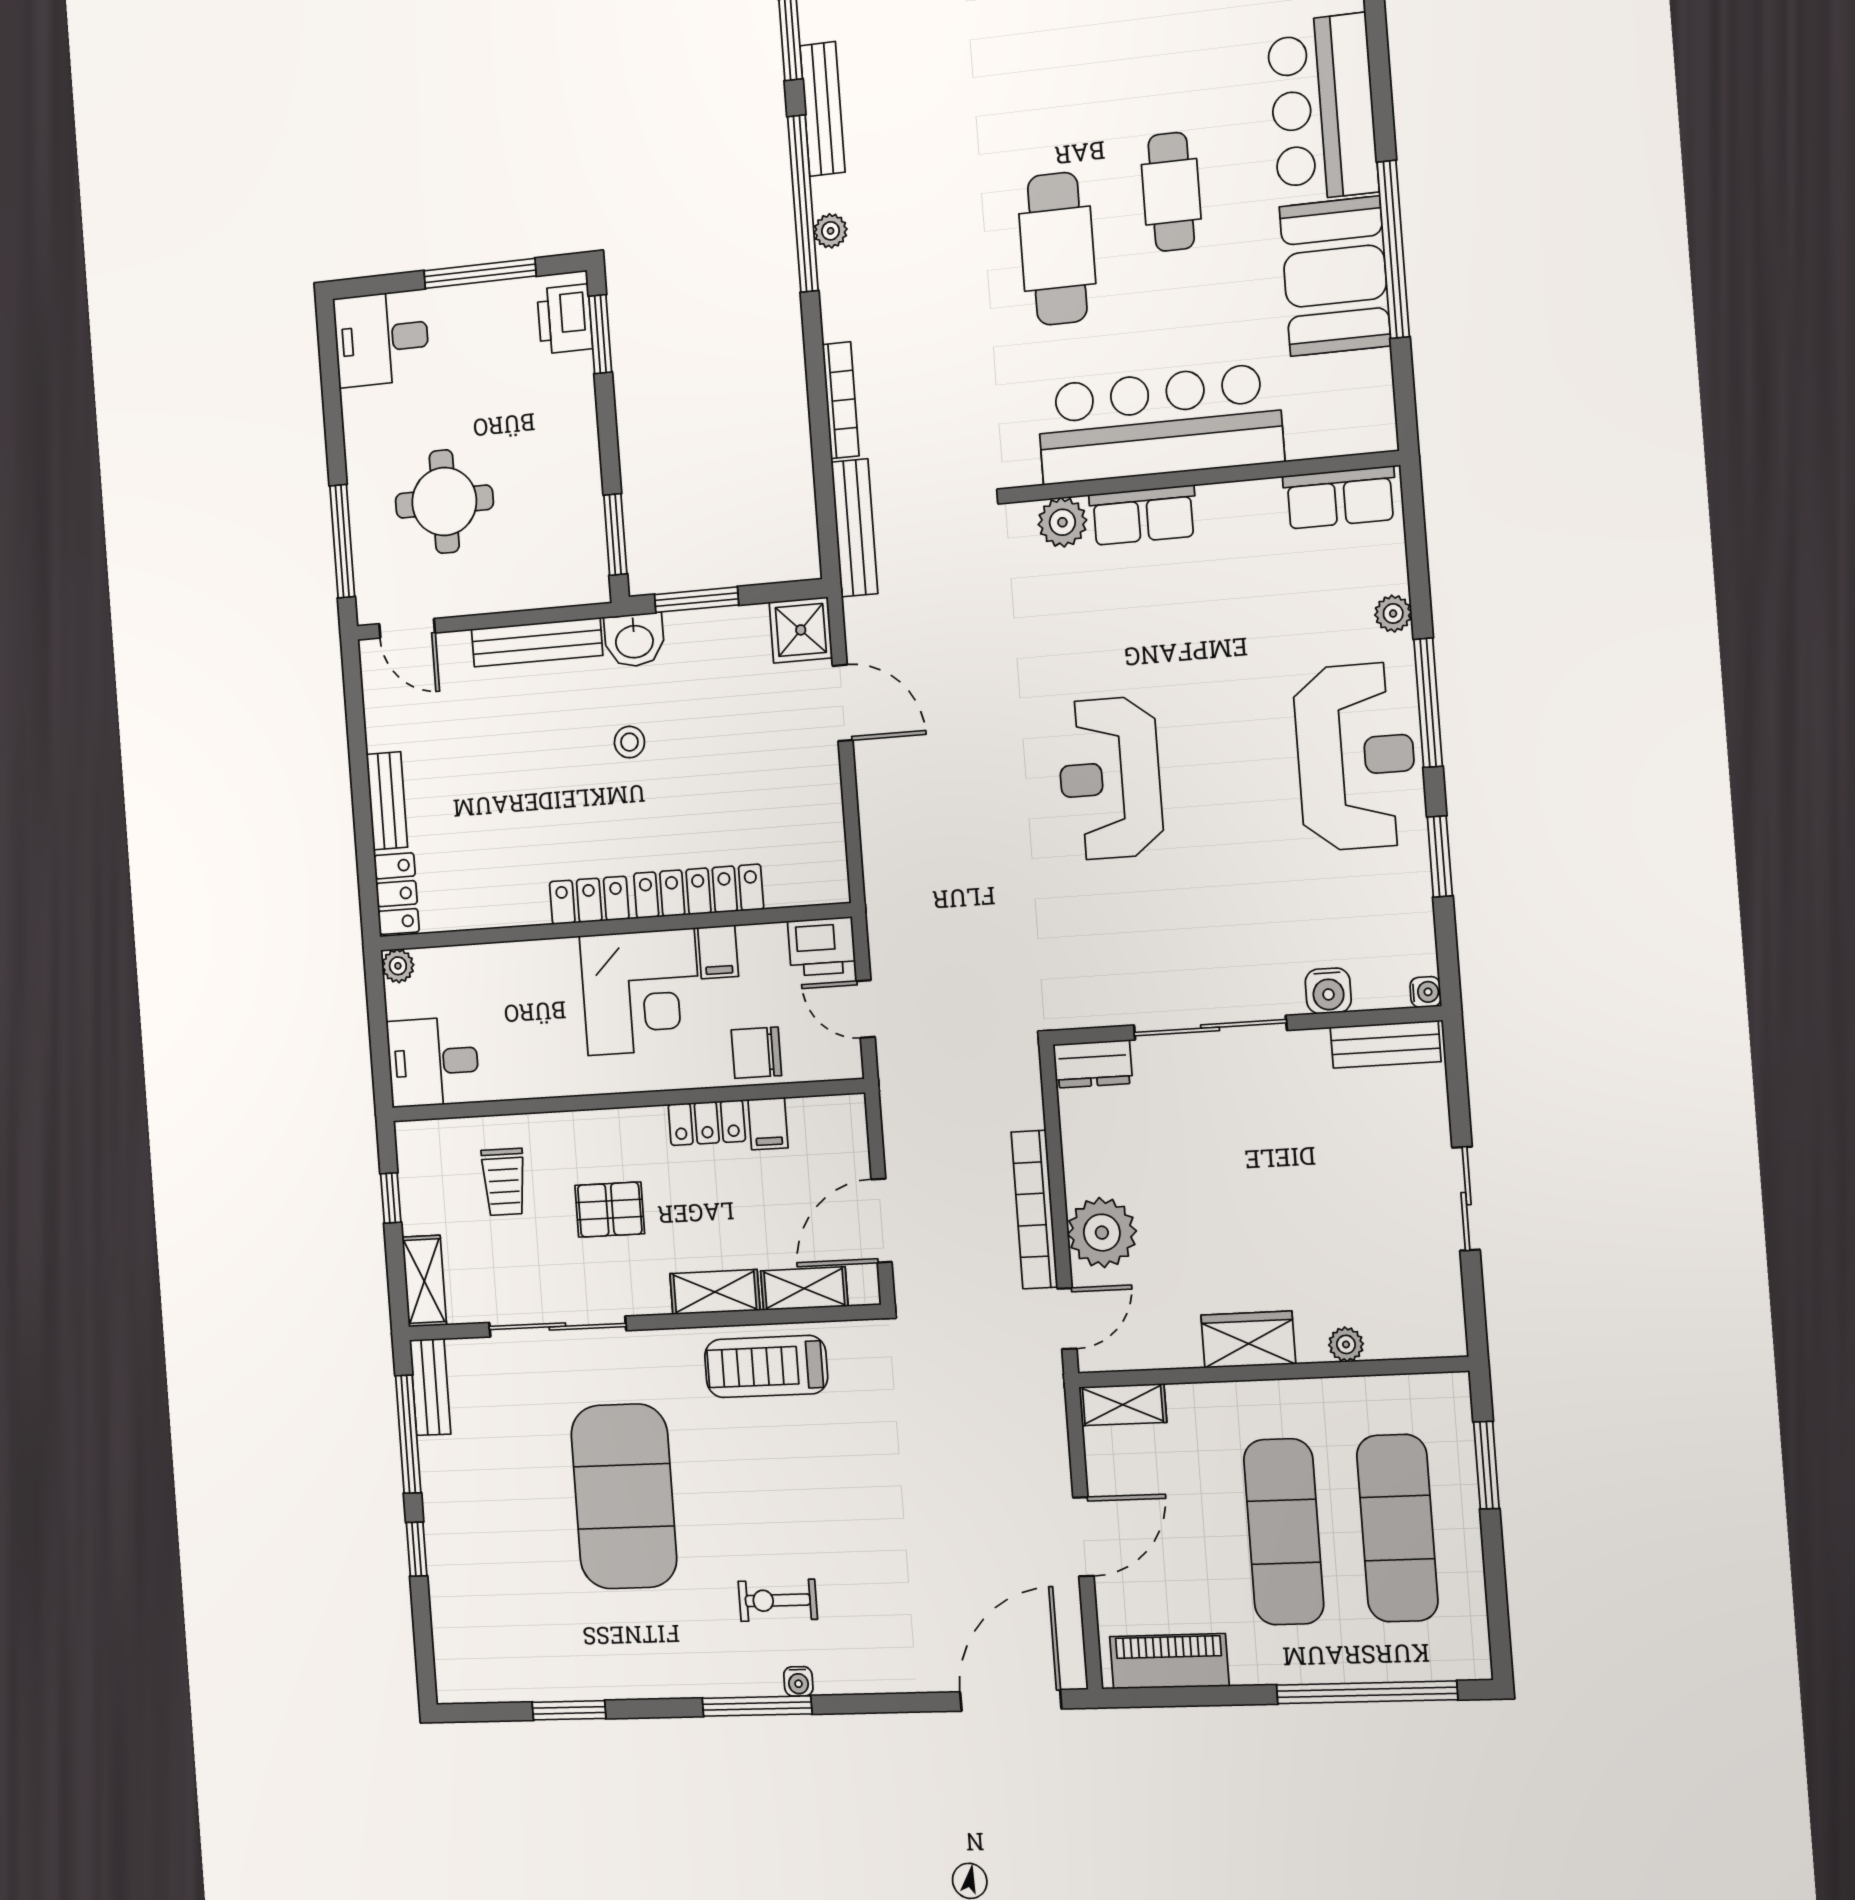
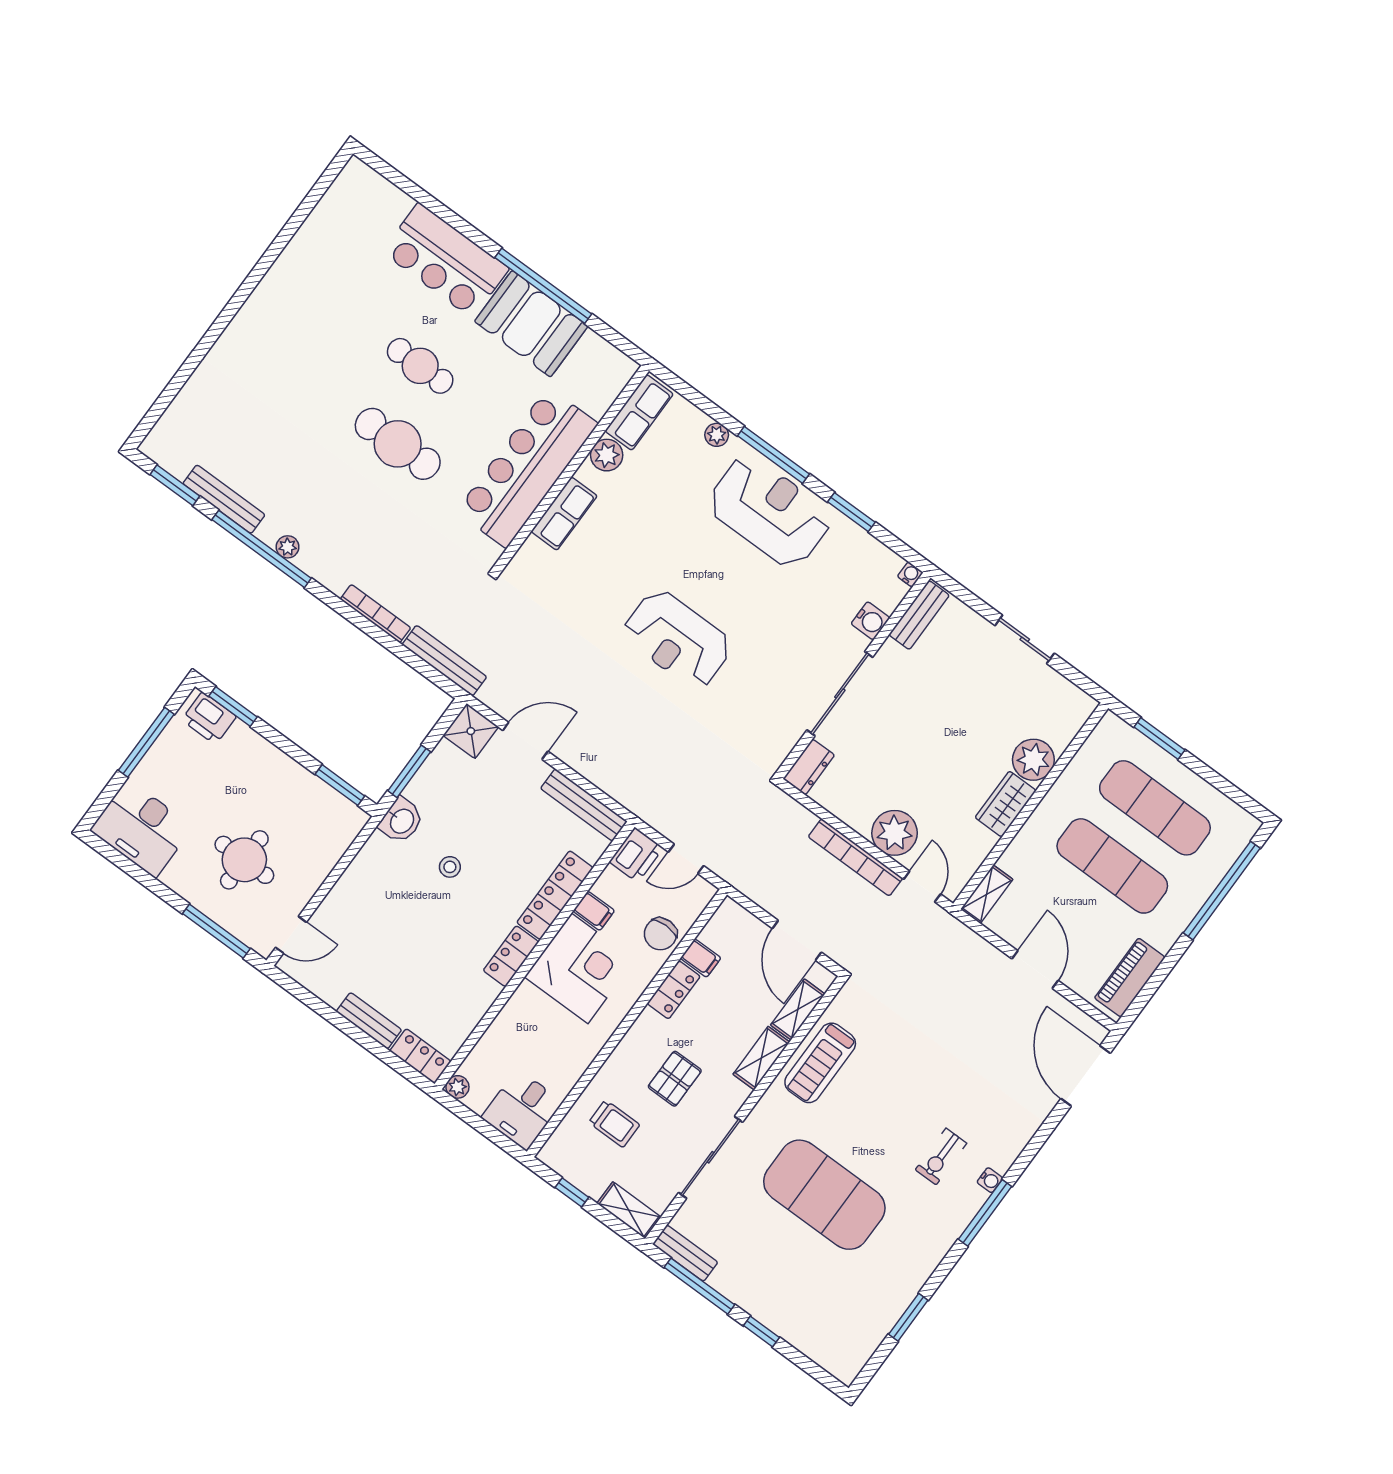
desk: (381, 339) -> (141, 829), width x1.37
plant: (1062, 522) -> (607, 455), moved
bench: (537, 642) -> (584, 805), moved, turned 90
plant: (1346, 1344) -> (1033, 760), width x1.88, depth x1.88

